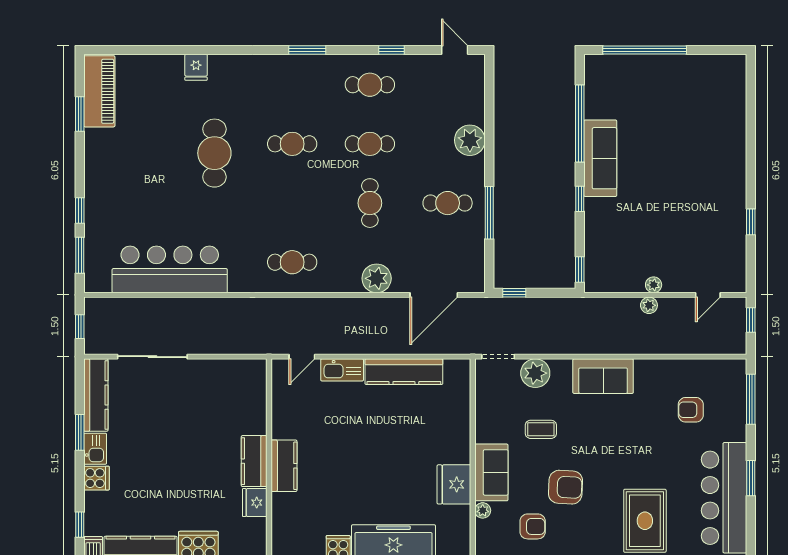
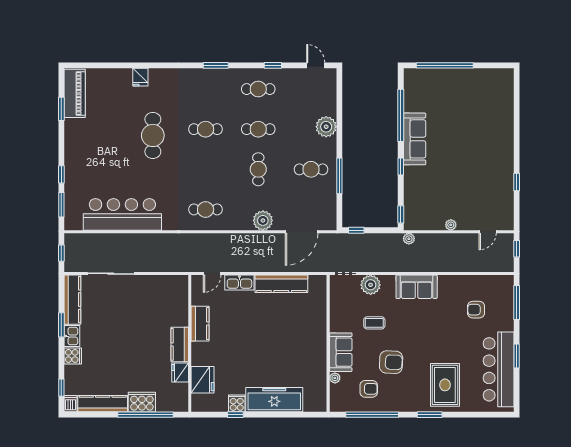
plant: (649, 305) -> (409, 239), moved
kitchen counter: (284, 466) -> (200, 324), moved
fridge: (454, 484) -> (203, 380), moved, turned 180

